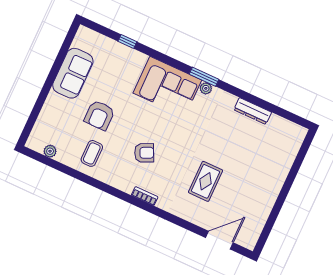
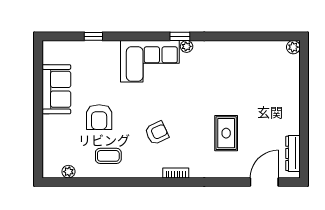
window: (204, 77) -> (180, 36), width x0.67
dresser: (253, 111) -> (293, 153), moved, turned 90
plant: (300, 132) -> (293, 47), added
coffee table: (92, 153) -> (108, 156), turned 90

